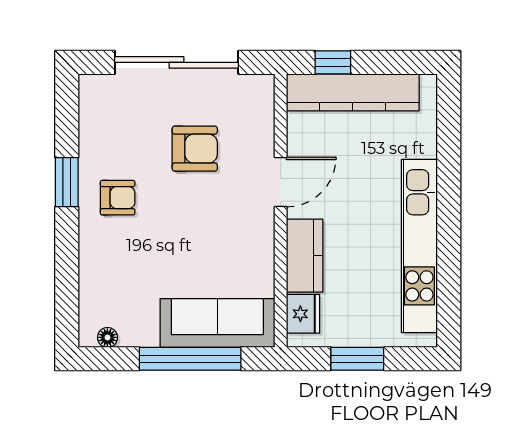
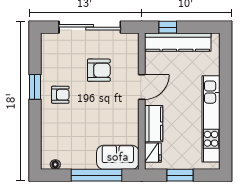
sofa: (217, 323) -> (118, 157), width x0.73

